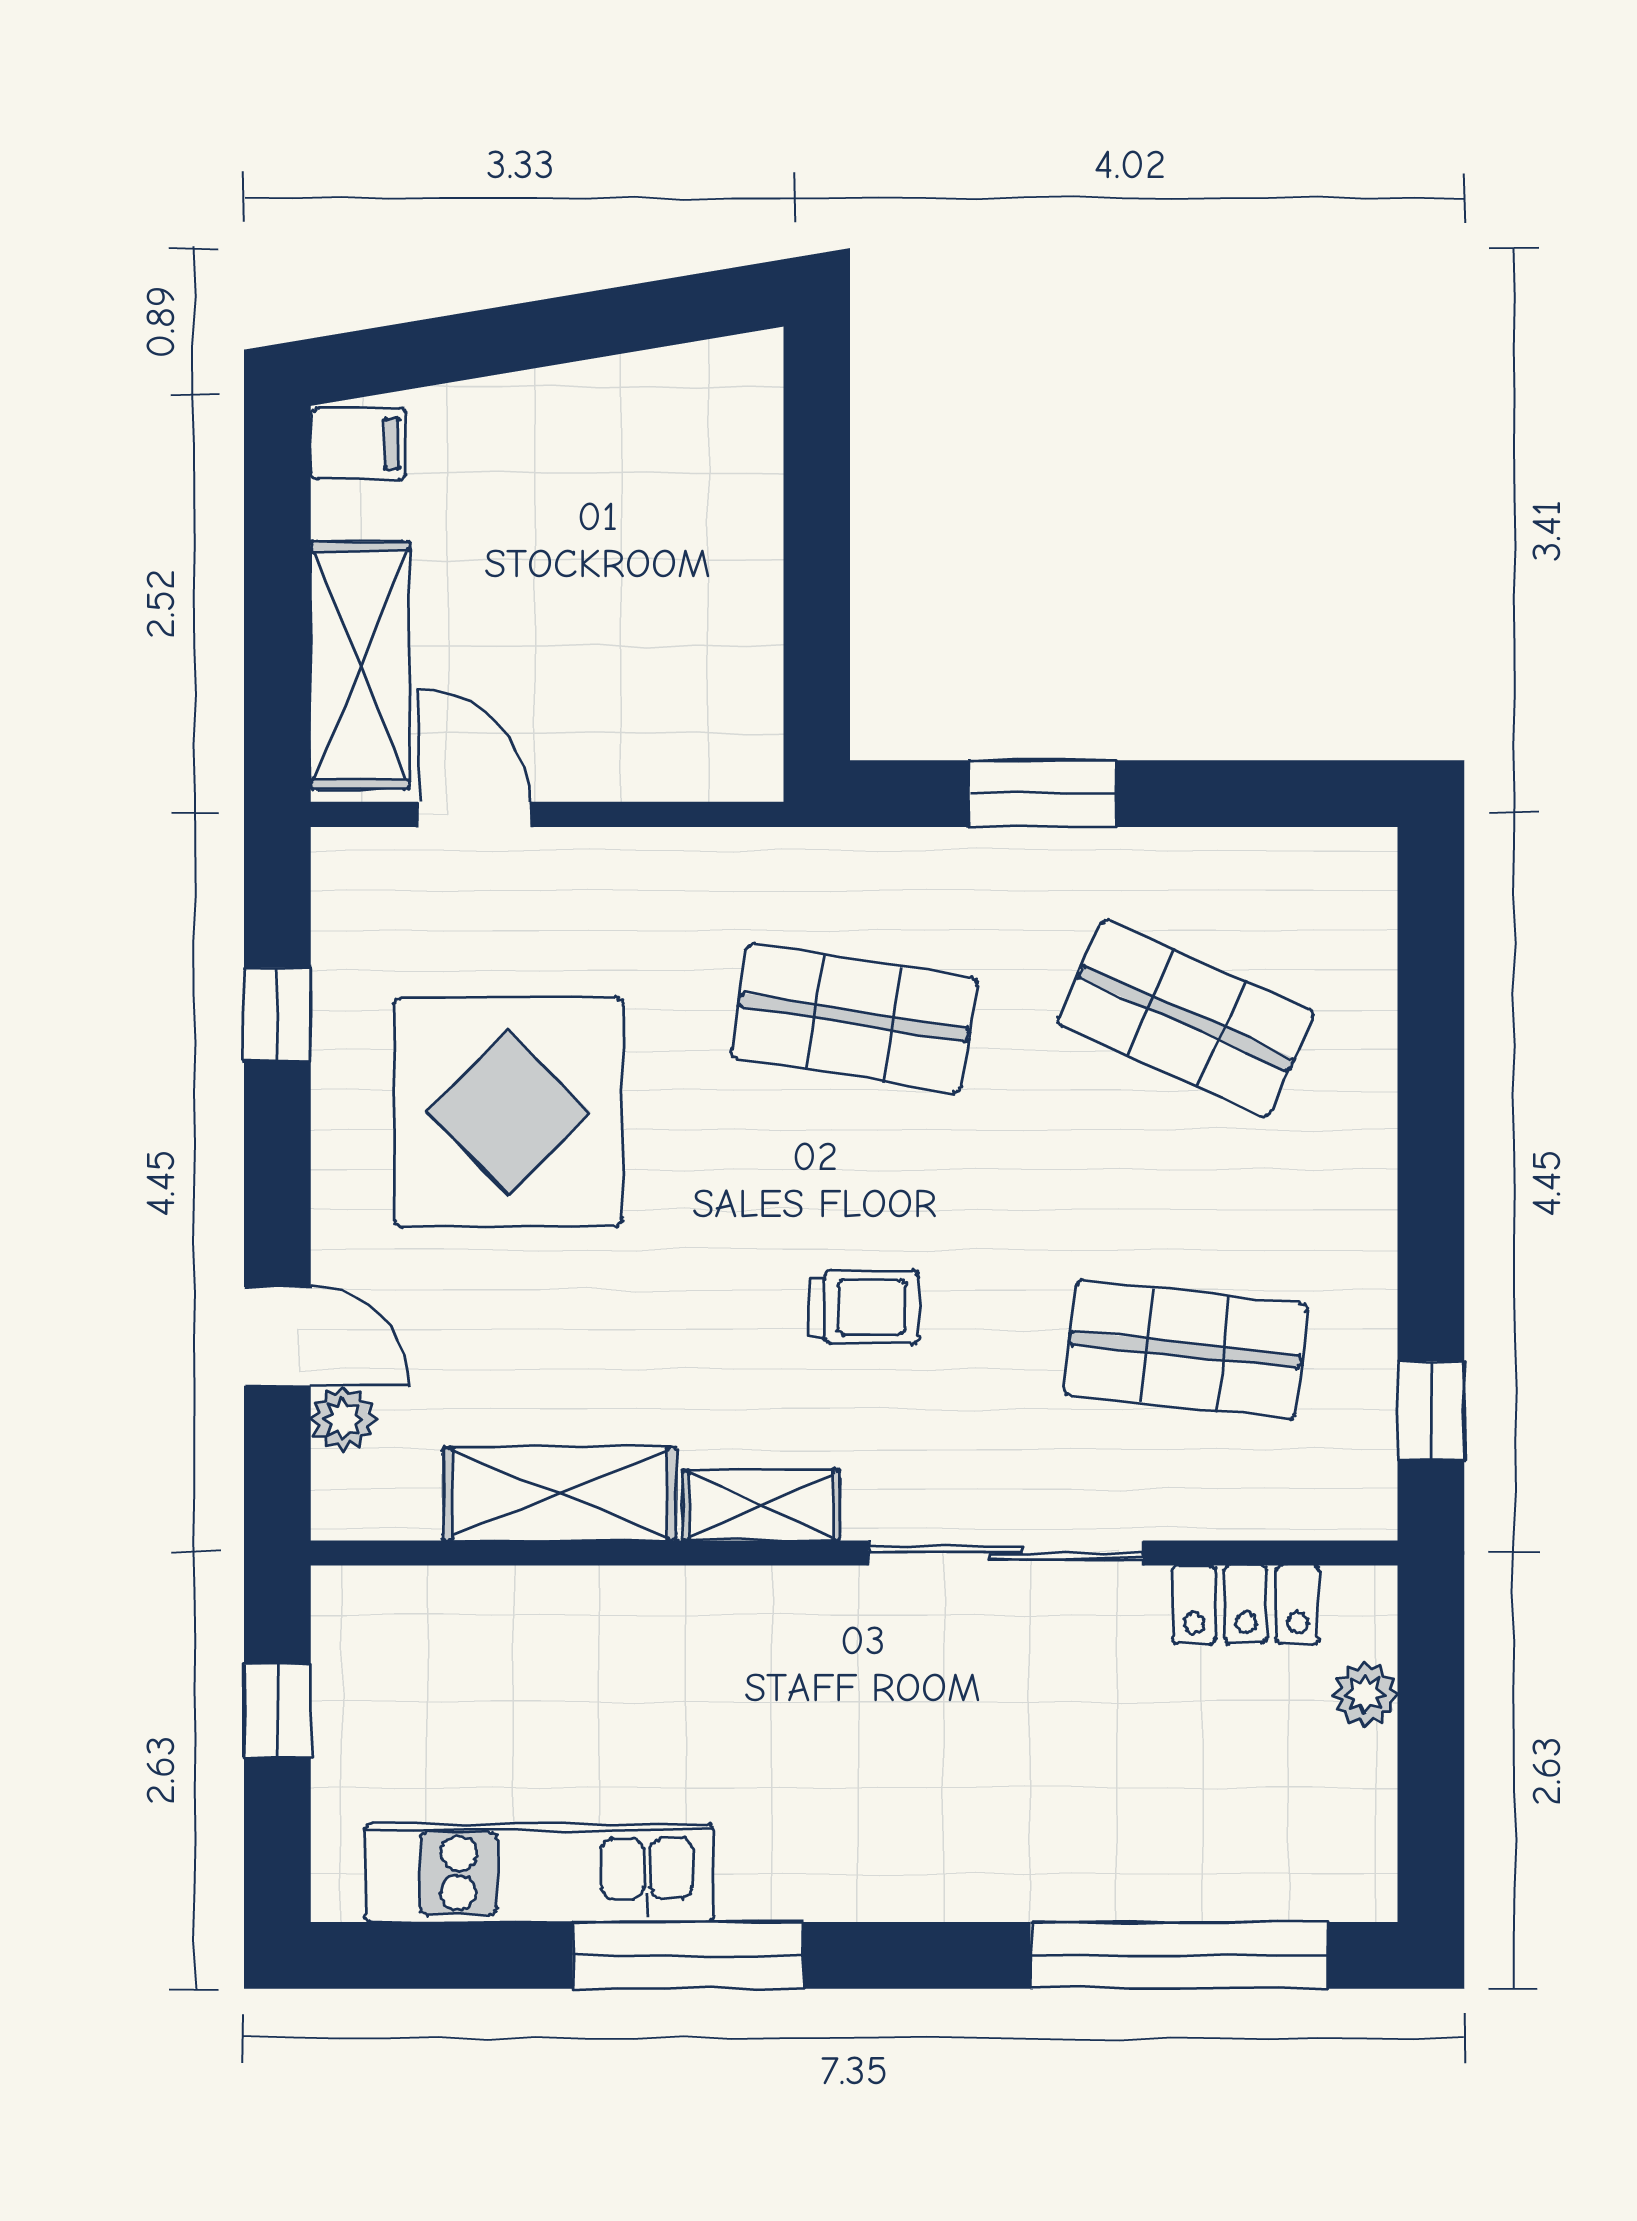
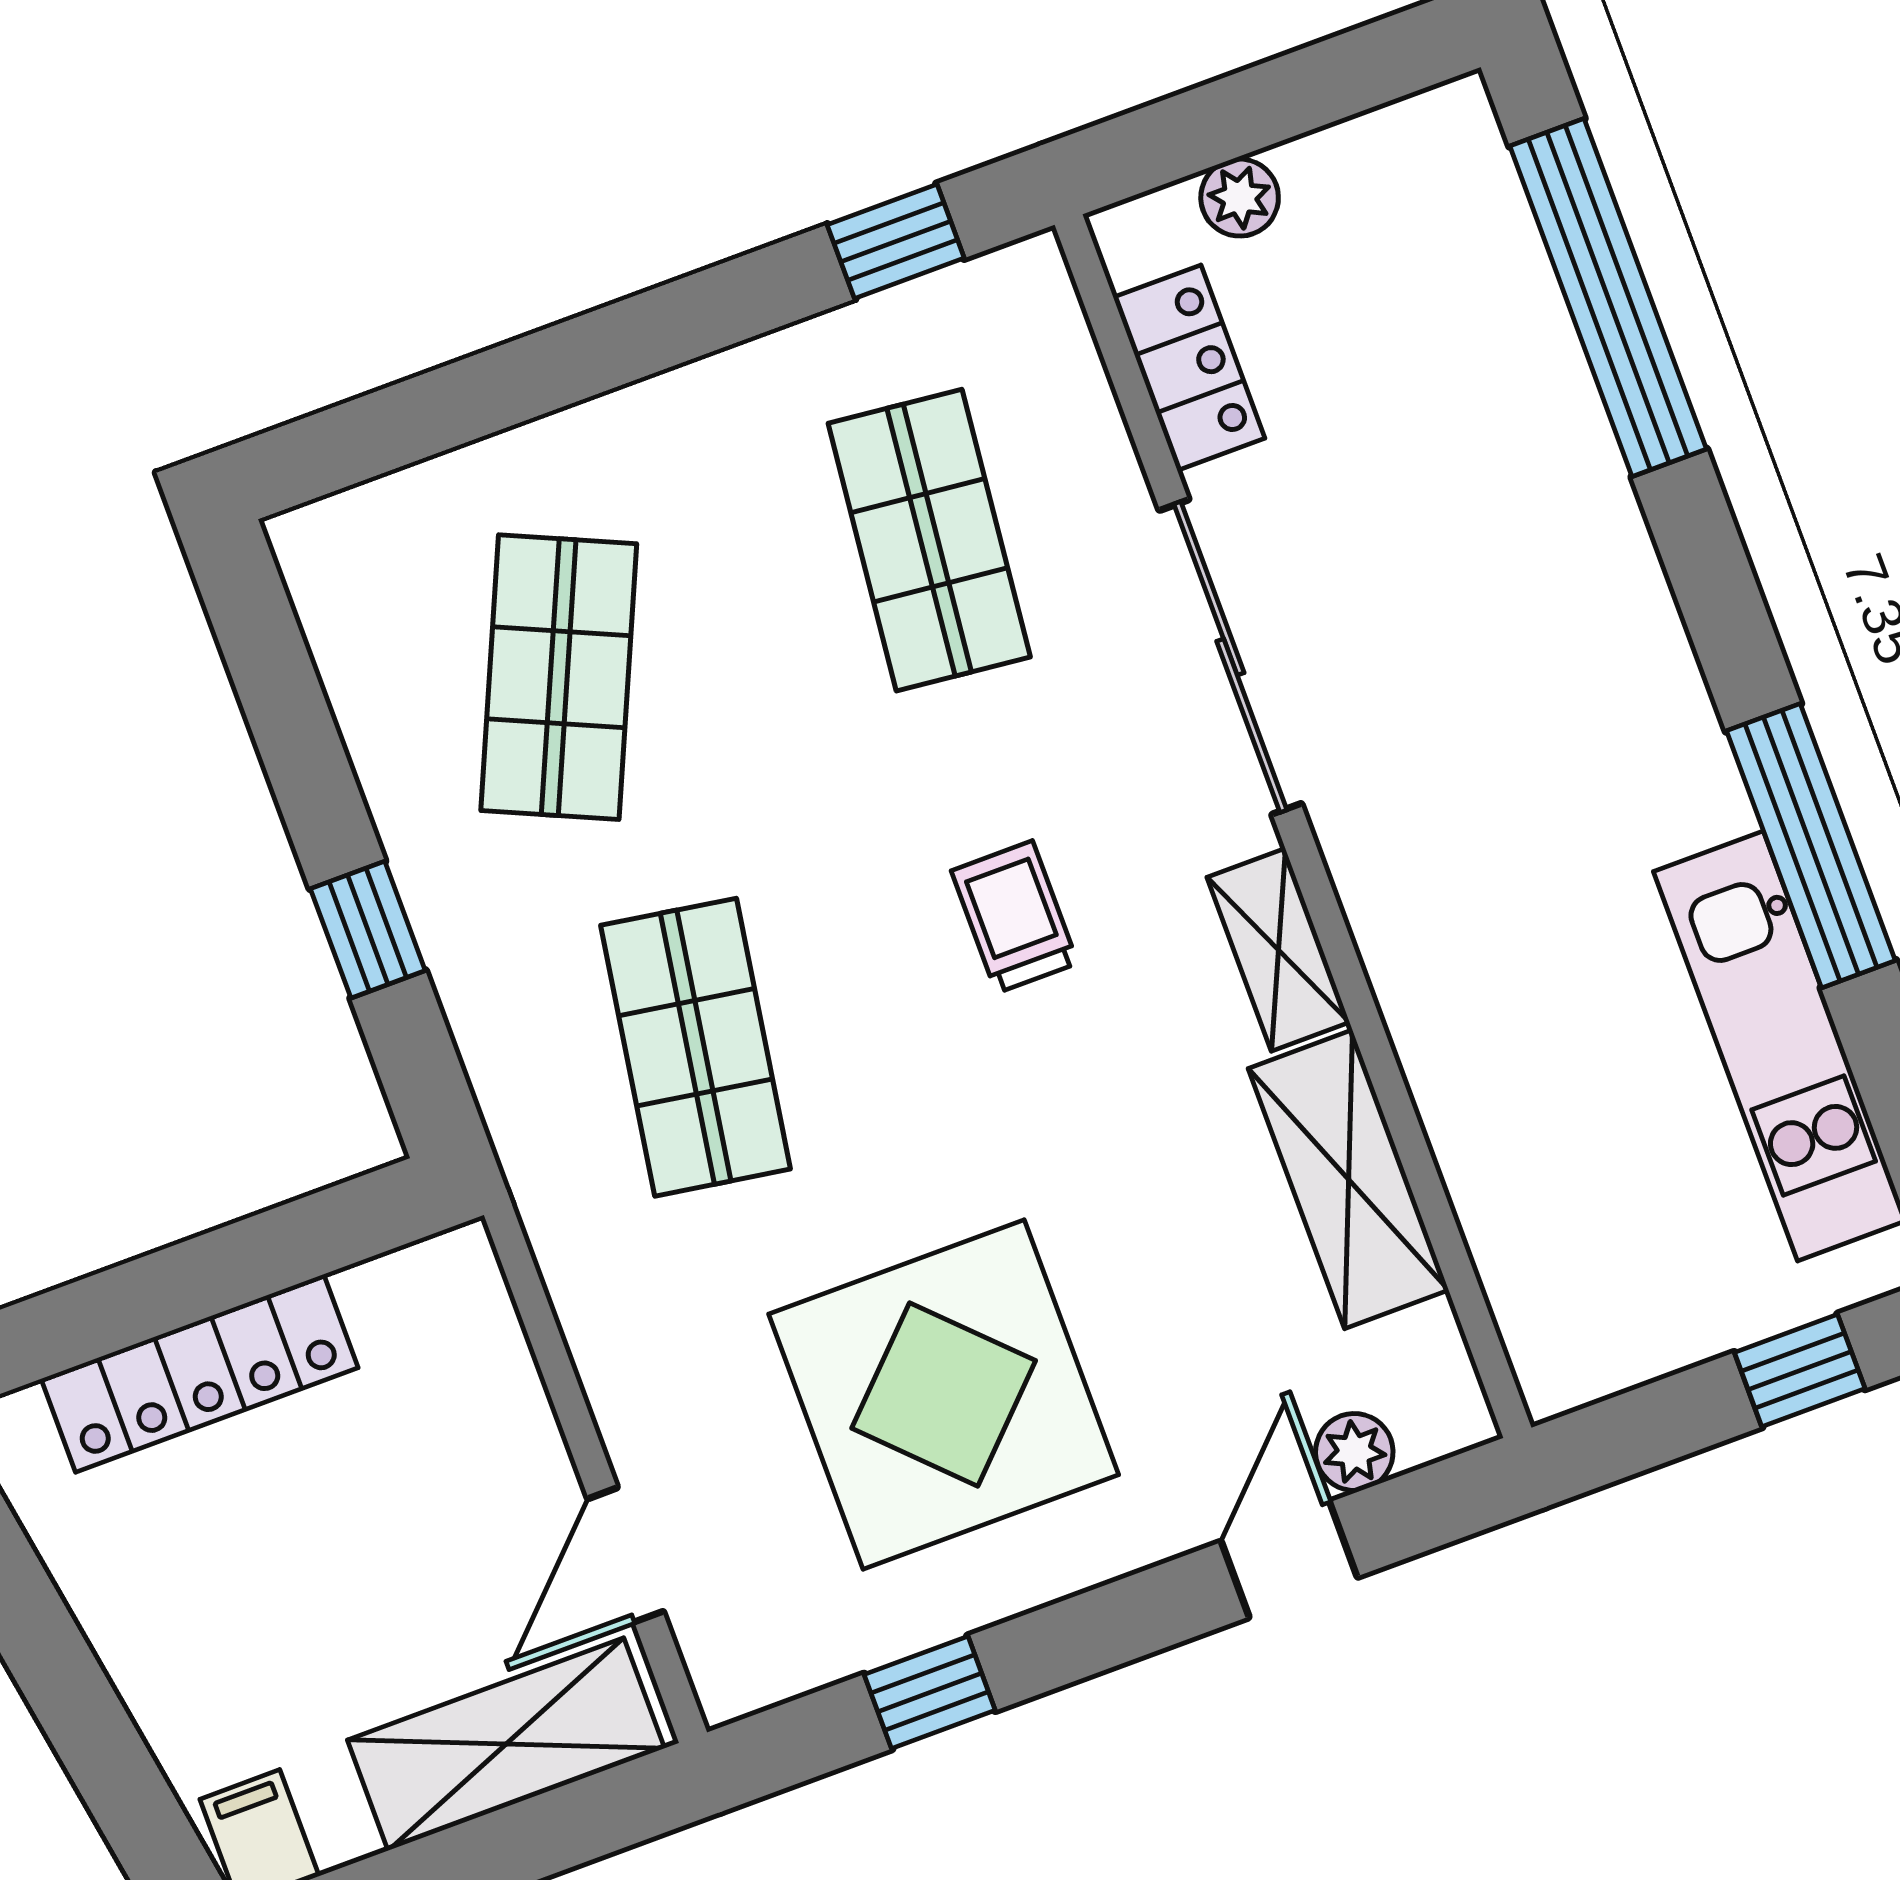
locker: (742, 532) -> (200, 1373), added
window: (1042, 794) -> (368, 930), width x0.67
window: (277, 1711) -> (1800, 1371), moved

